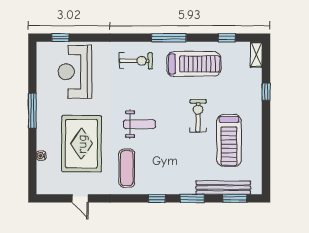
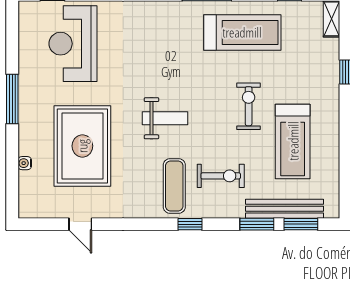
exercise bike: (136, 61) -> (221, 176), moved
exercise mat: (127, 168) -> (174, 186), moved
window: (192, 198) -> (257, 224), moved

